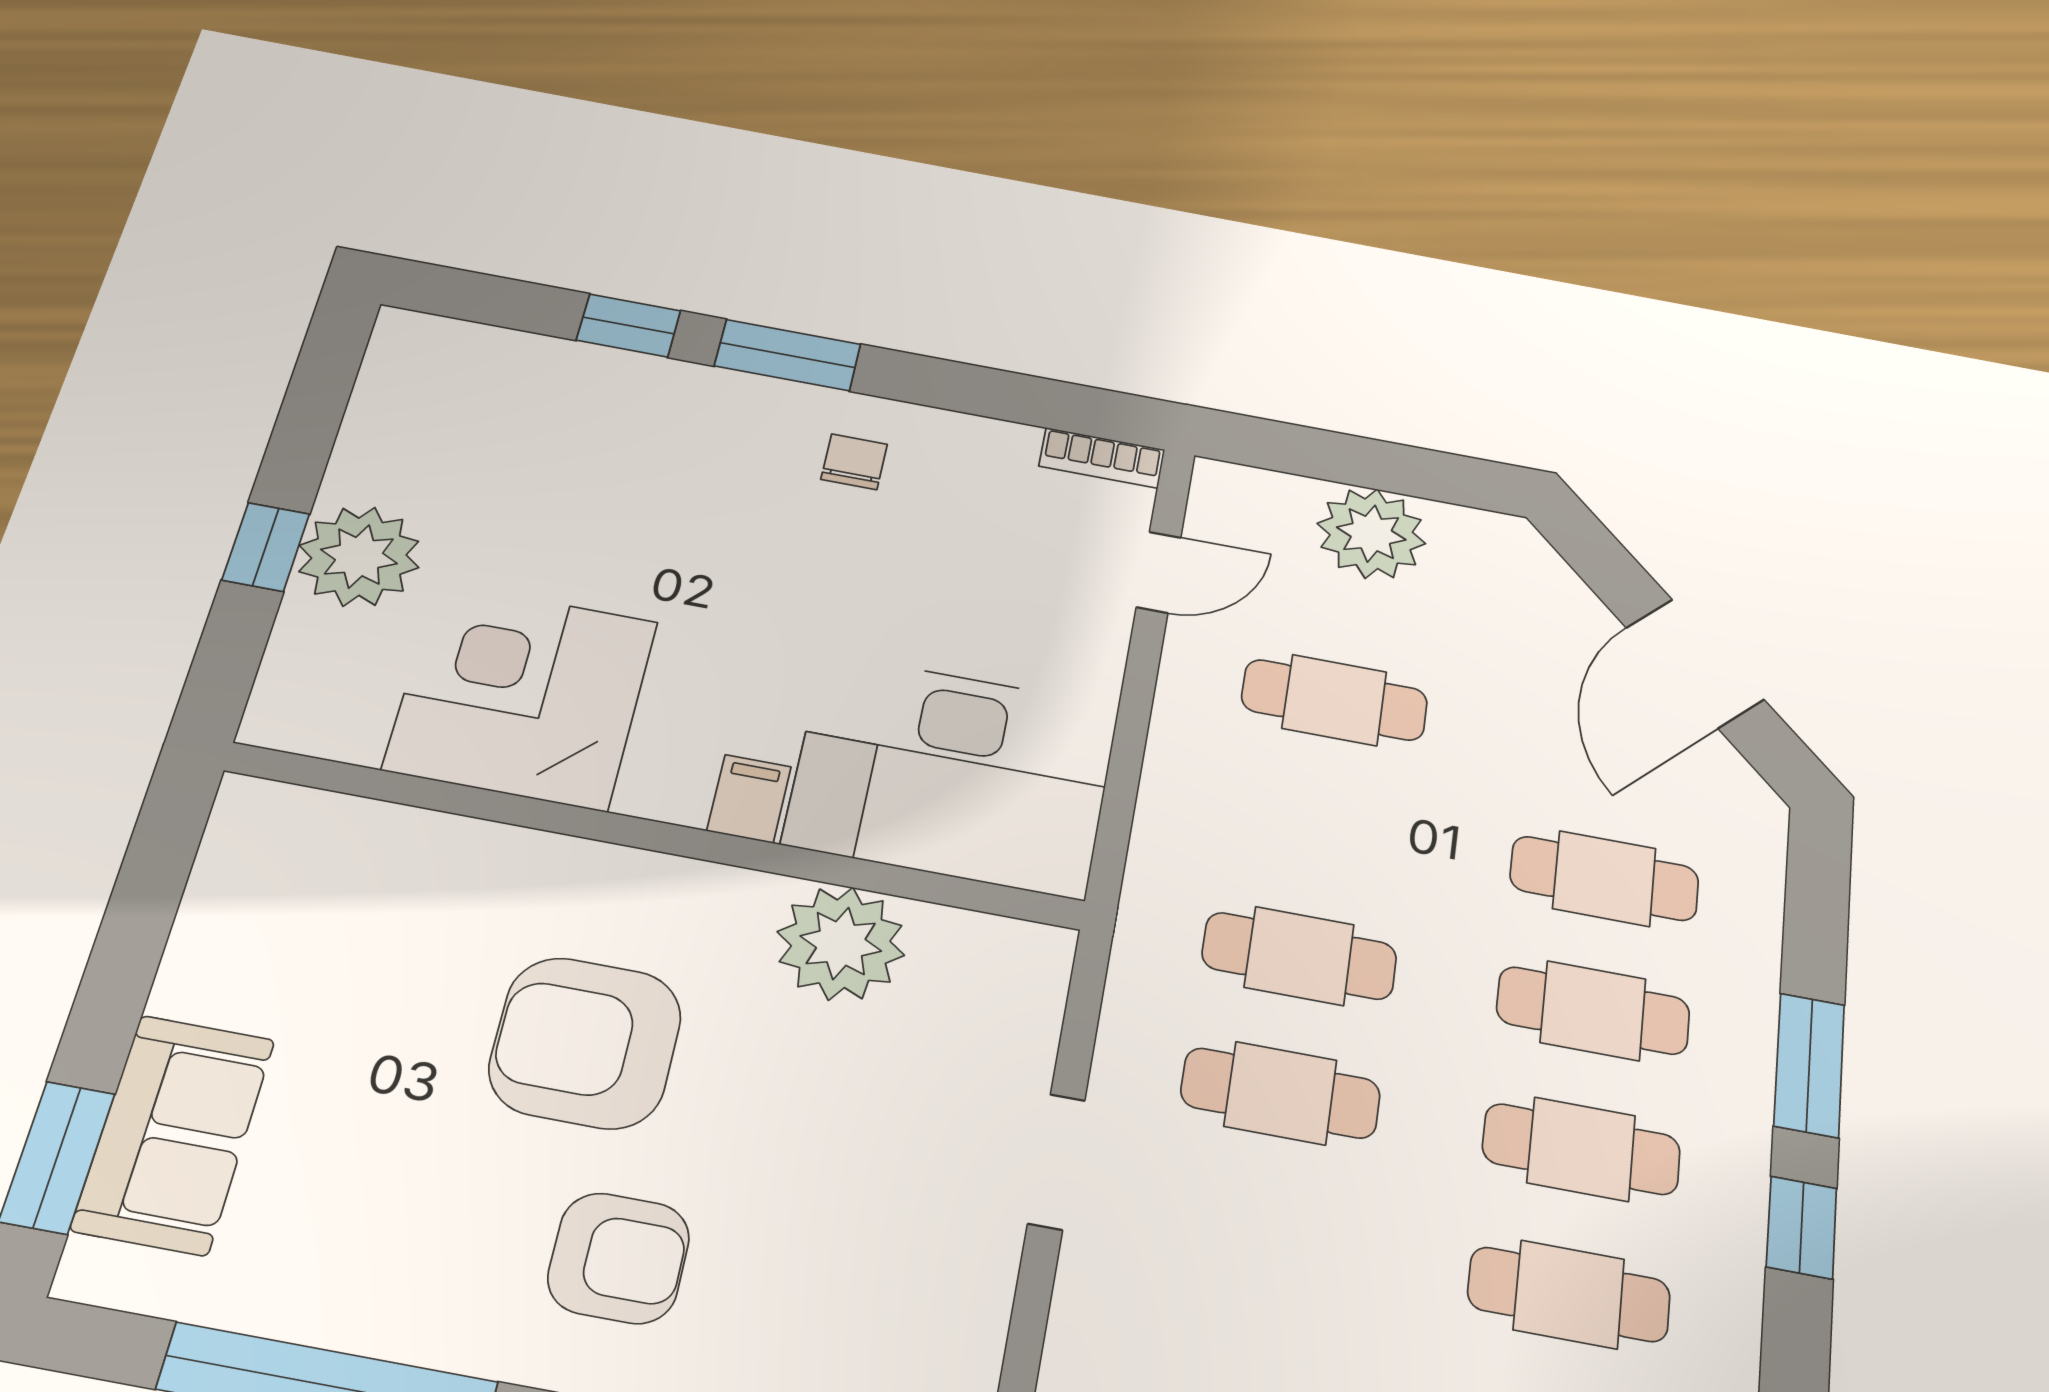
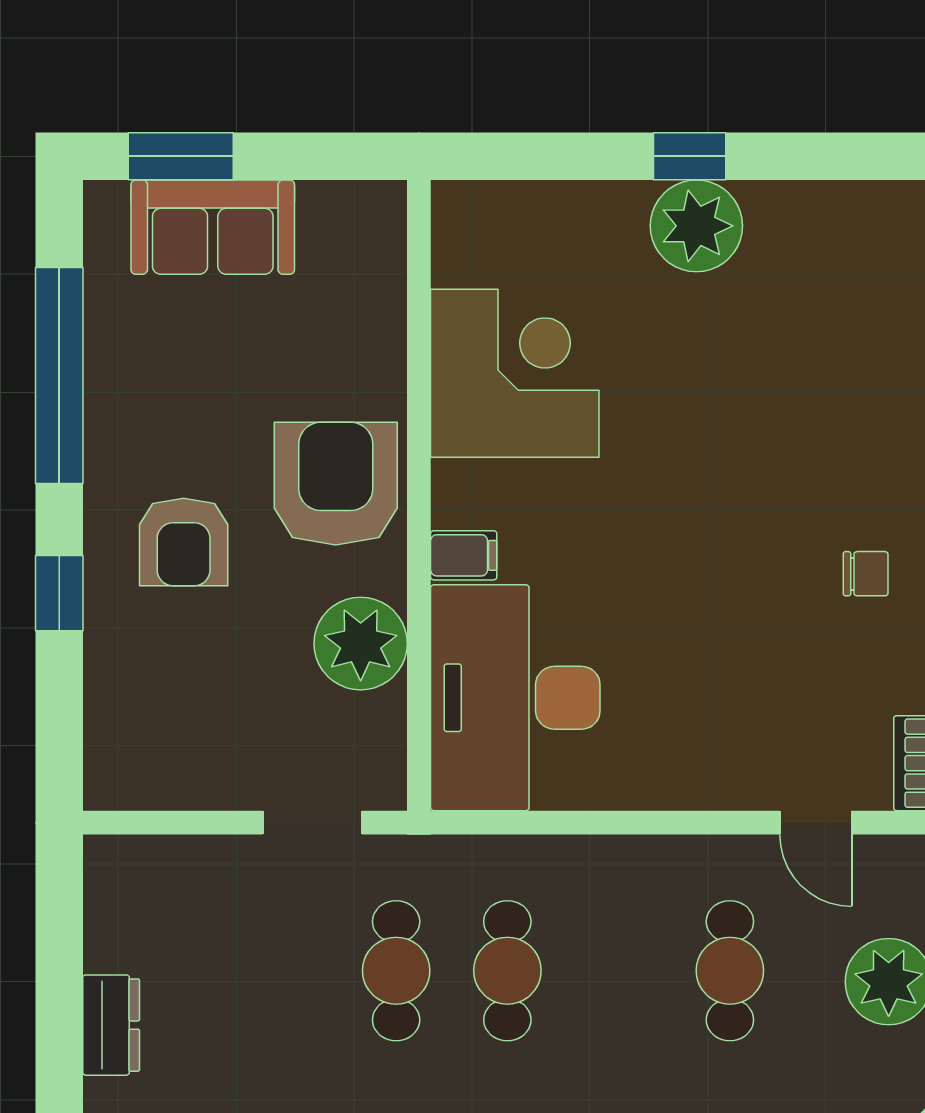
corner desk: (521, 695) -> (515, 373), moved
desk: (952, 775) -> (515, 698), moved
filing cabinet: (749, 799) -> (464, 555), moved
wall: (655, 836) -> (419, 495), moved
plant: (841, 943) -> (361, 644), moved

